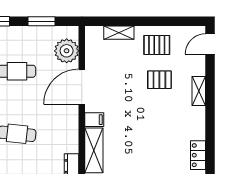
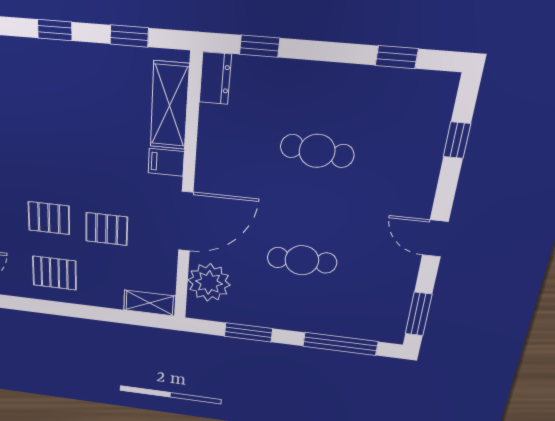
shelving: (119, 33) -> (150, 303), moved
pallet: (126, 77) -> (107, 229), added

